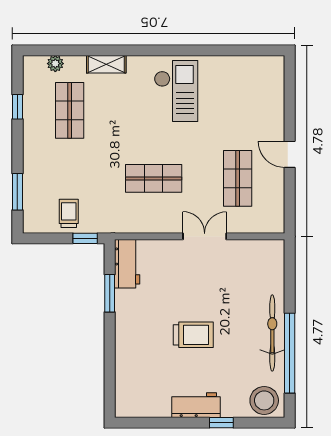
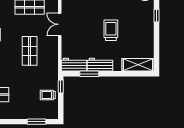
shelving: (127, 387) -> (138, 65), added
workbench: (196, 405) -> (100, 65), moved, turned 90

